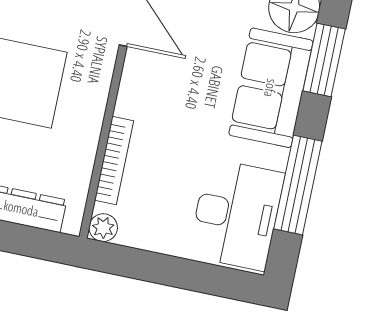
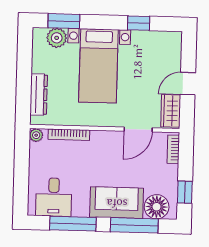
window: (324, 60) -> (134, 225), width x1.44
desk: (236, 214) -> (54, 197), width x0.73

